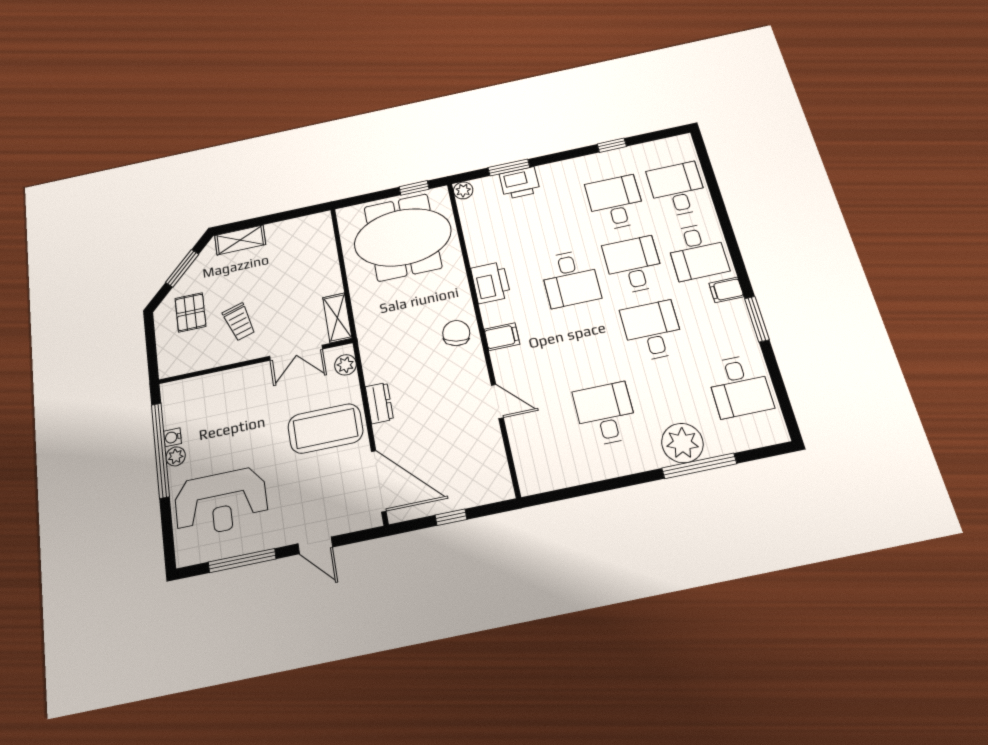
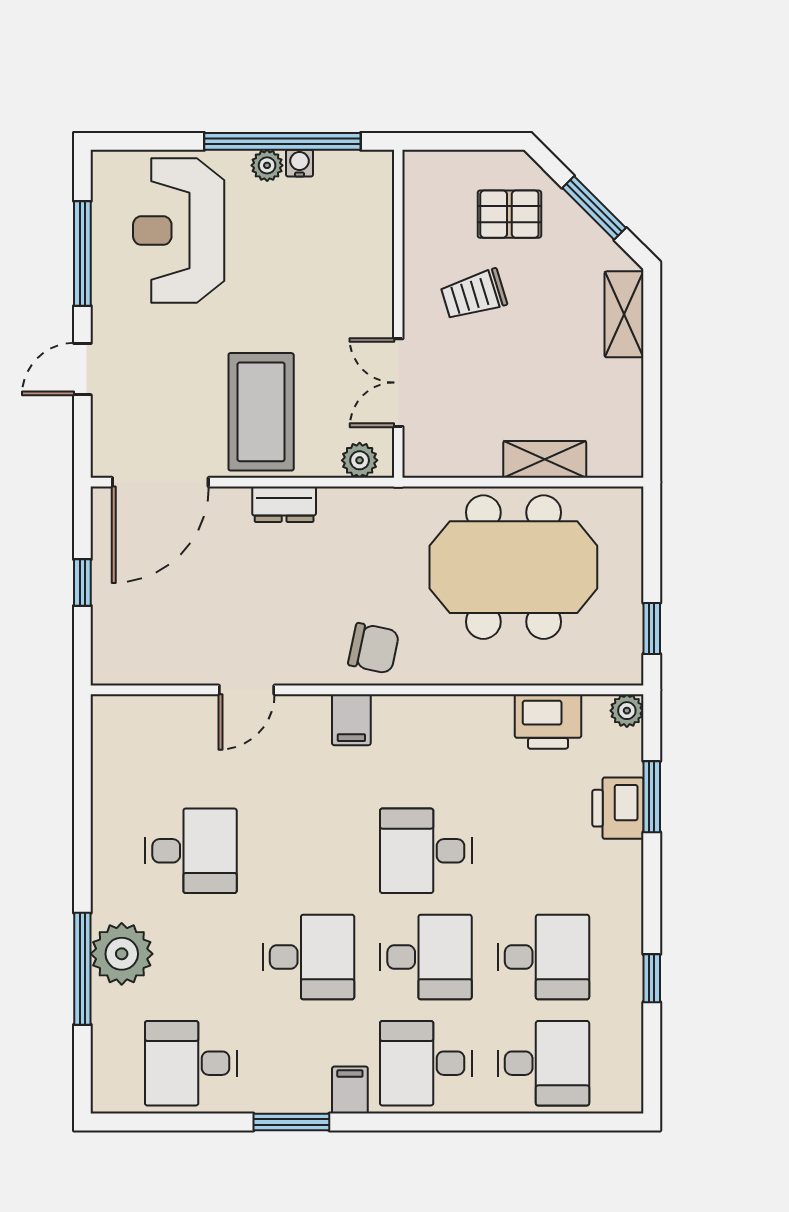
meeting table: (403, 237) -> (513, 567), moved, turned 90
printer: (491, 282) -> (548, 721), moved
shelving: (337, 318) -> (545, 459), moved

